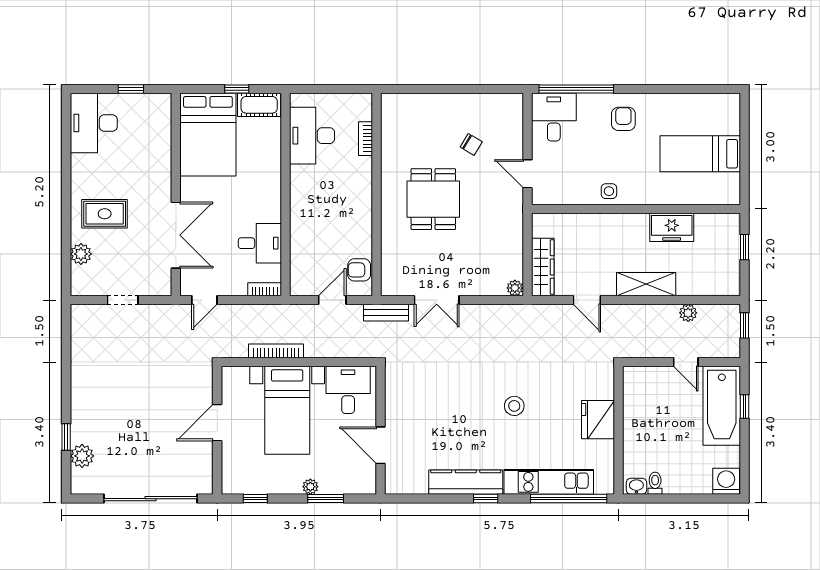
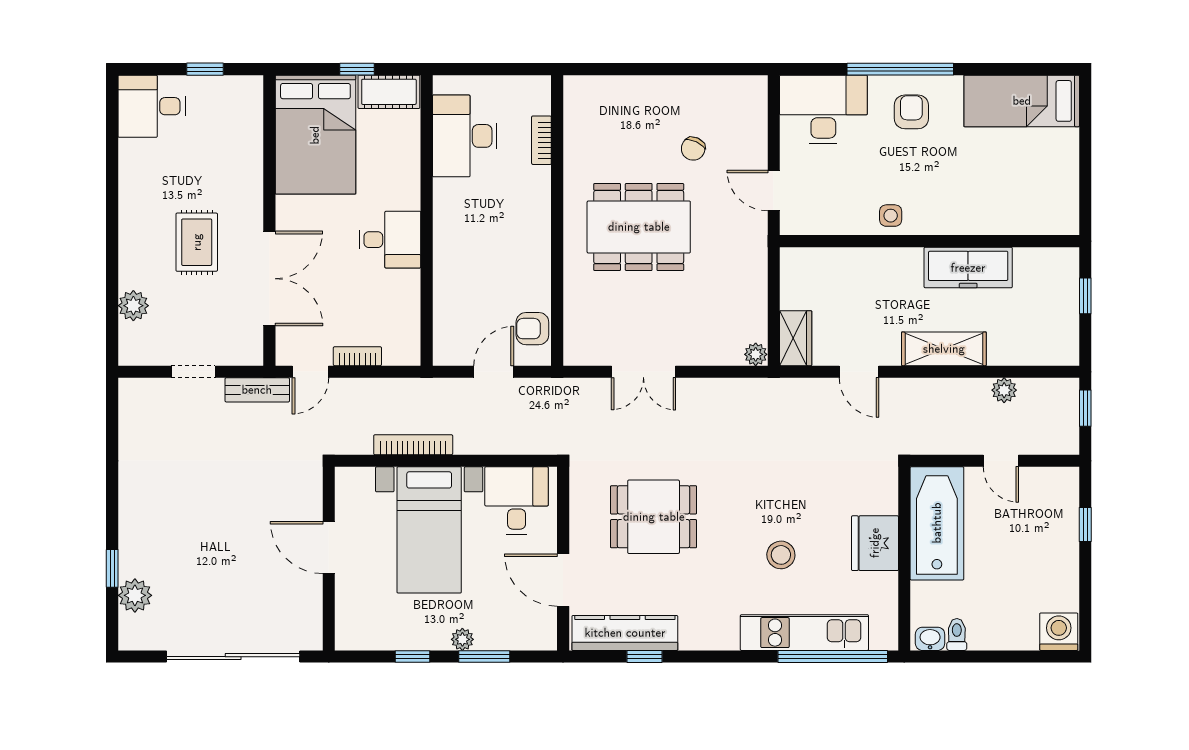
window: (576, 89) -> (900, 69), moved
desk: (554, 117) -> (823, 109), width x1.37
desk: (94, 123) -> (152, 106), width x0.73
chair: (471, 144) -> (693, 149), turned 84
bed: (700, 154) -> (1022, 101), moved
dining table: (433, 199) -> (639, 227), width x1.38
rug: (105, 214) -> (197, 242), moved, turned 90
freezer: (672, 227) -> (968, 268), width x1.40
desk: (260, 243) -> (390, 240), moved
wardrobe: (543, 267) -> (796, 338), width x0.67
bookcase: (265, 289) -> (357, 356), moved
bench: (386, 313) -> (257, 390), moved
dining table: (444, 401) -> (654, 517), added
stool: (514, 406) -> (781, 555), moved
bathtub: (722, 406) -> (937, 523), moved, turned 180
door: (217, 423) -> (329, 548), hinge flipped
kitchen counter: (466, 482) -> (625, 633), moved
window: (255, 499) -> (413, 657), moved
window: (486, 499) -> (644, 657), moved

